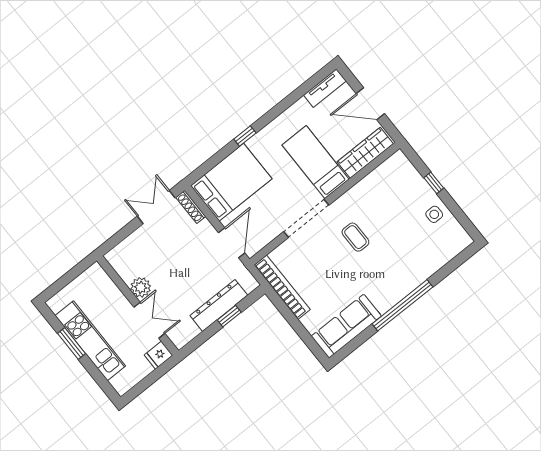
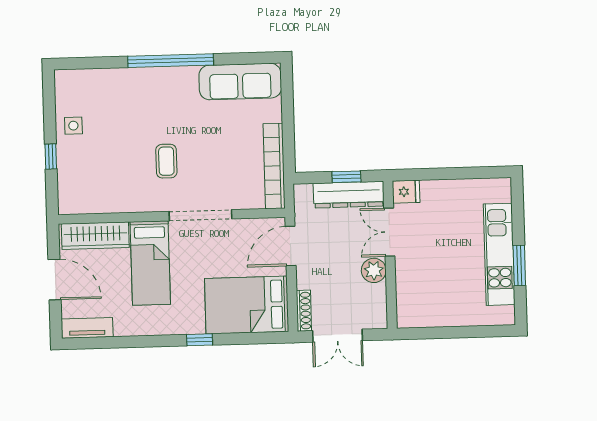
plant: (141, 287) -> (374, 270), moved
wall: (138, 306) -> (390, 255), moved
double door: (149, 320) -> (389, 232), moved
fridge: (158, 355) -> (406, 192), moved

